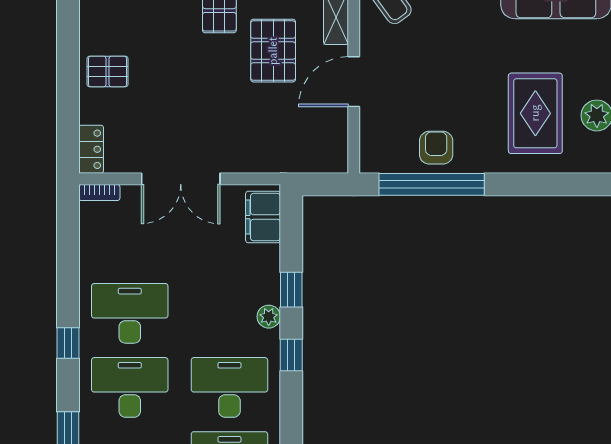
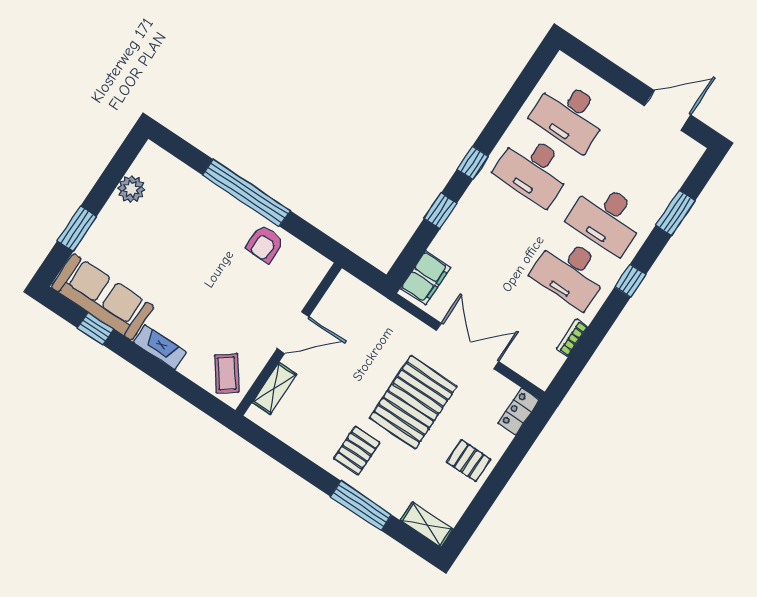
pallet: (273, 51) -> (413, 402), moved, width x1.37, depth x1.41
rug: (535, 113) -> (175, 221), removed
window: (432, 184) -> (246, 193), moved
bookcase: (99, 193) -> (572, 338), moved, turned -90
plant: (269, 317) -> (470, 202), removed

